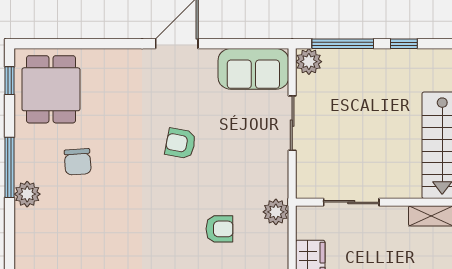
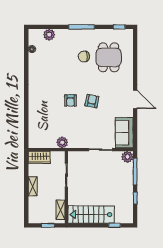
dining table: (51, 89) -> (109, 57), moved, turned 90
plant: (27, 194) -> (49, 35), moved
armchair: (219, 229) -> (71, 100), moved

